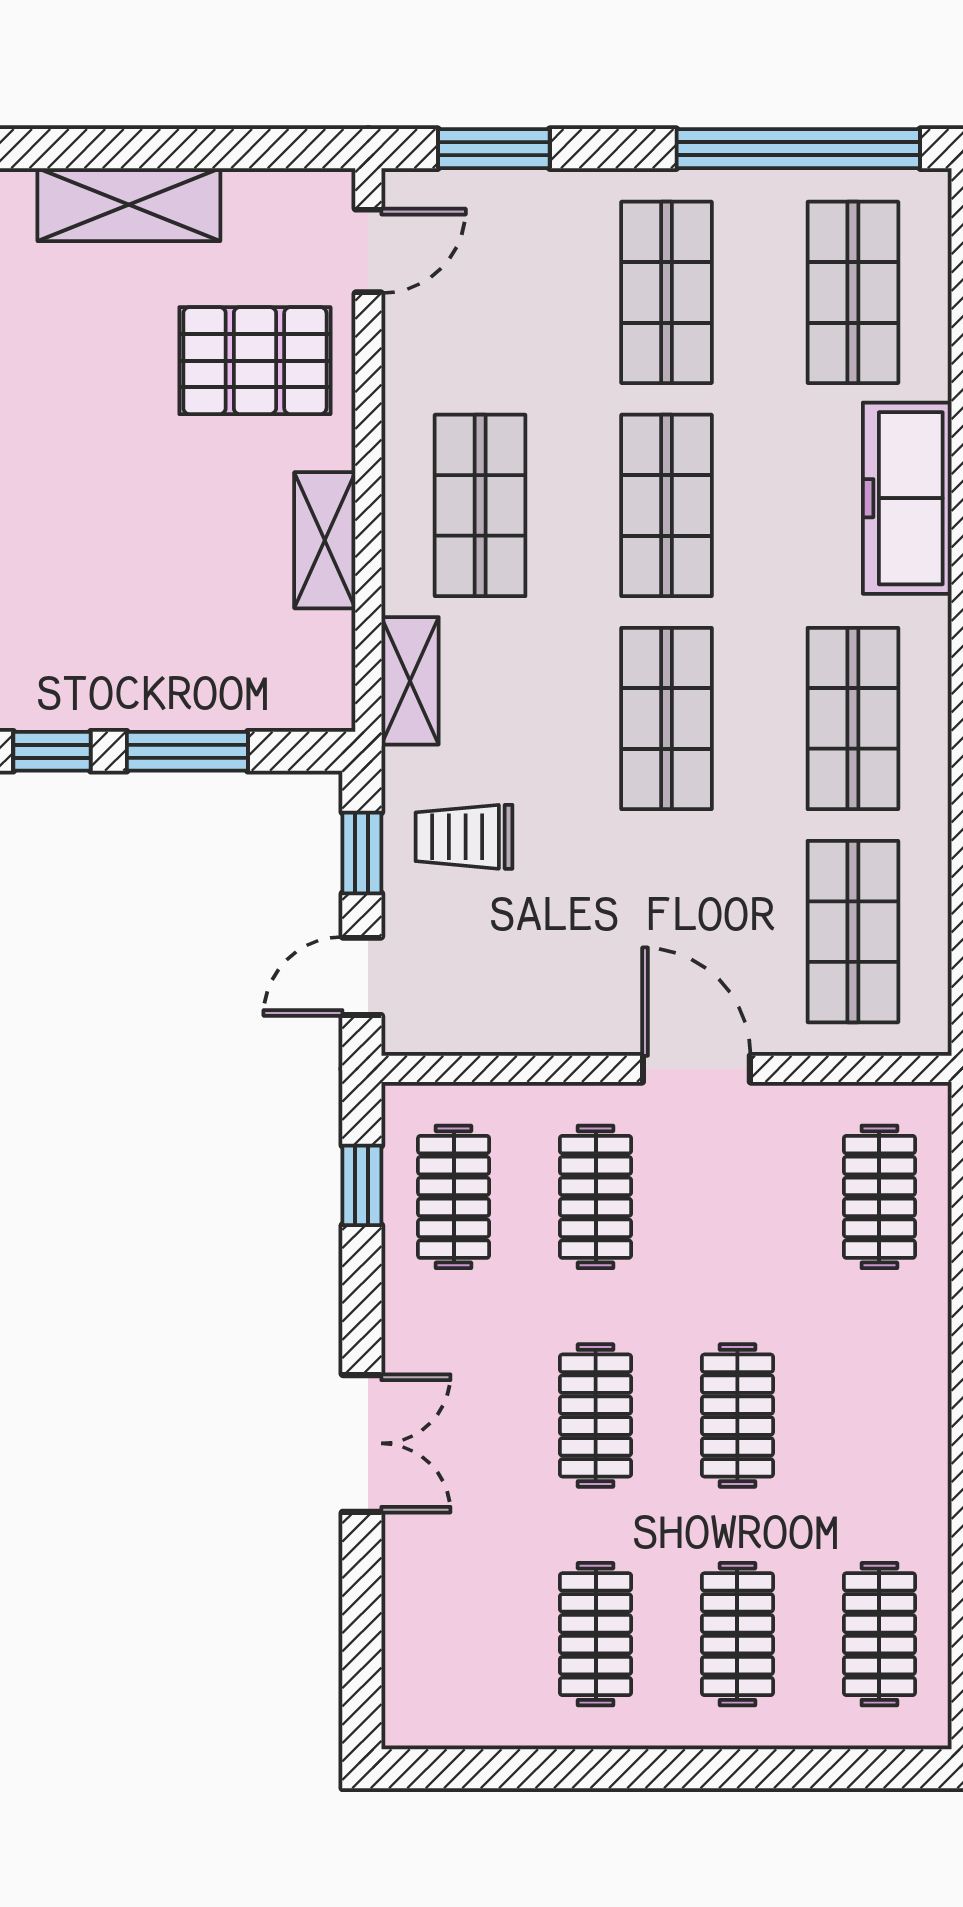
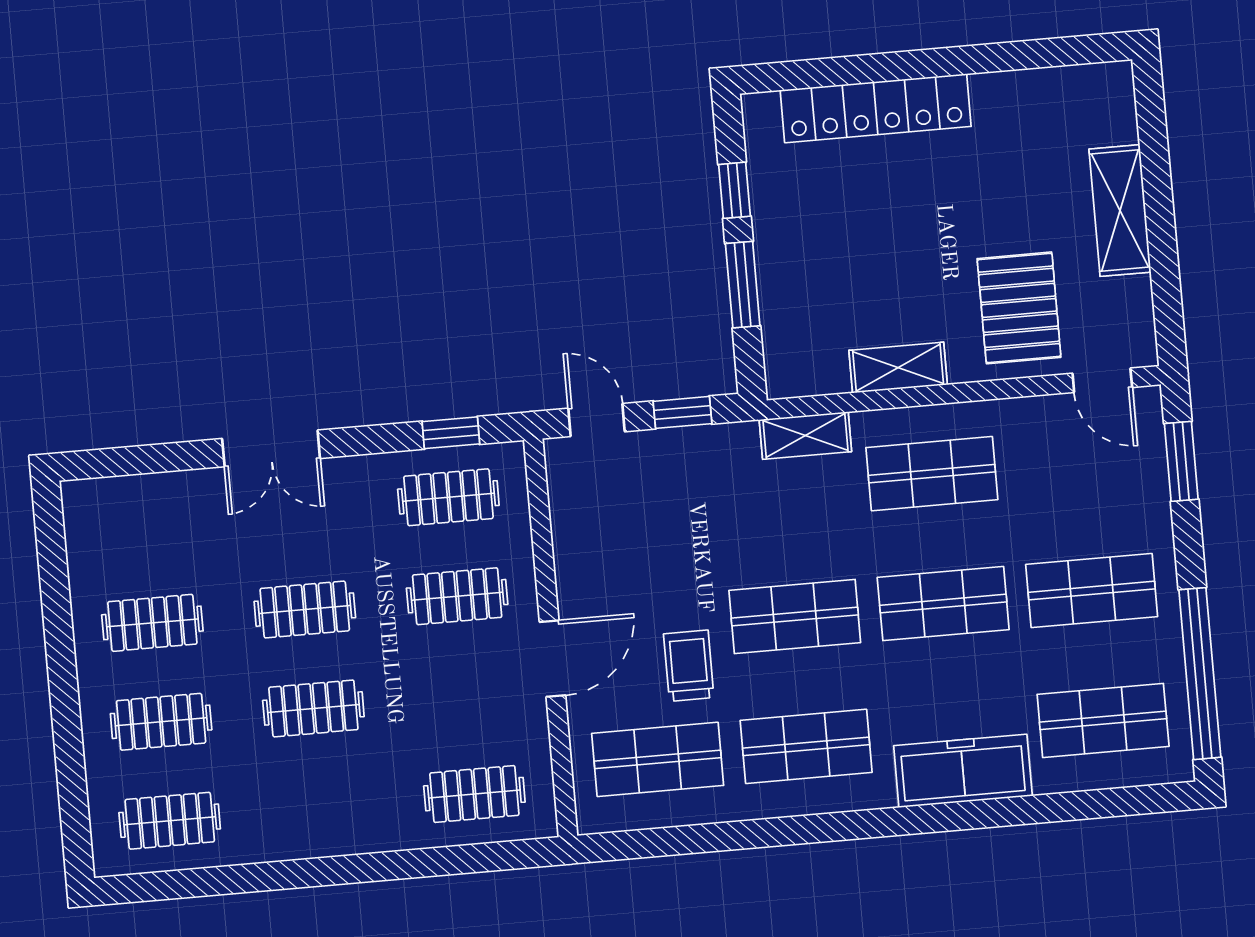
trolley: (464, 837) -> (689, 666), moved

